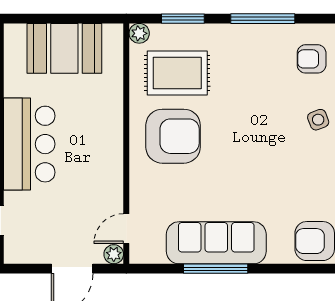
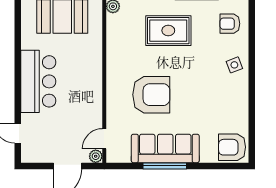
rug: (177, 73) -> (168, 31), moved
armchair: (173, 136) -> (151, 95), moved

